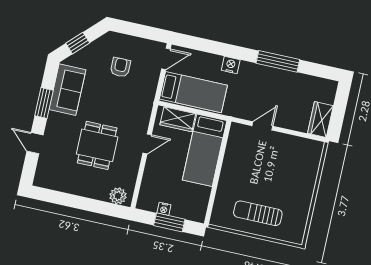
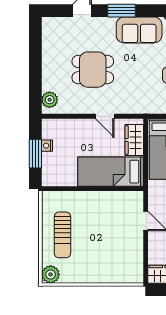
sun lounger: (258, 213) -> (62, 235), turned 180
plant: (295, 234) -> (51, 274), added

